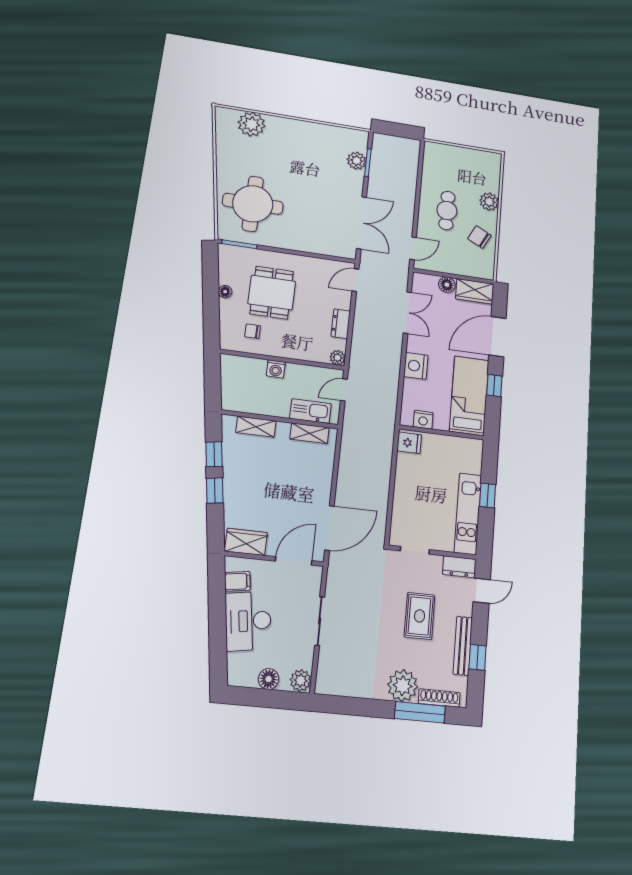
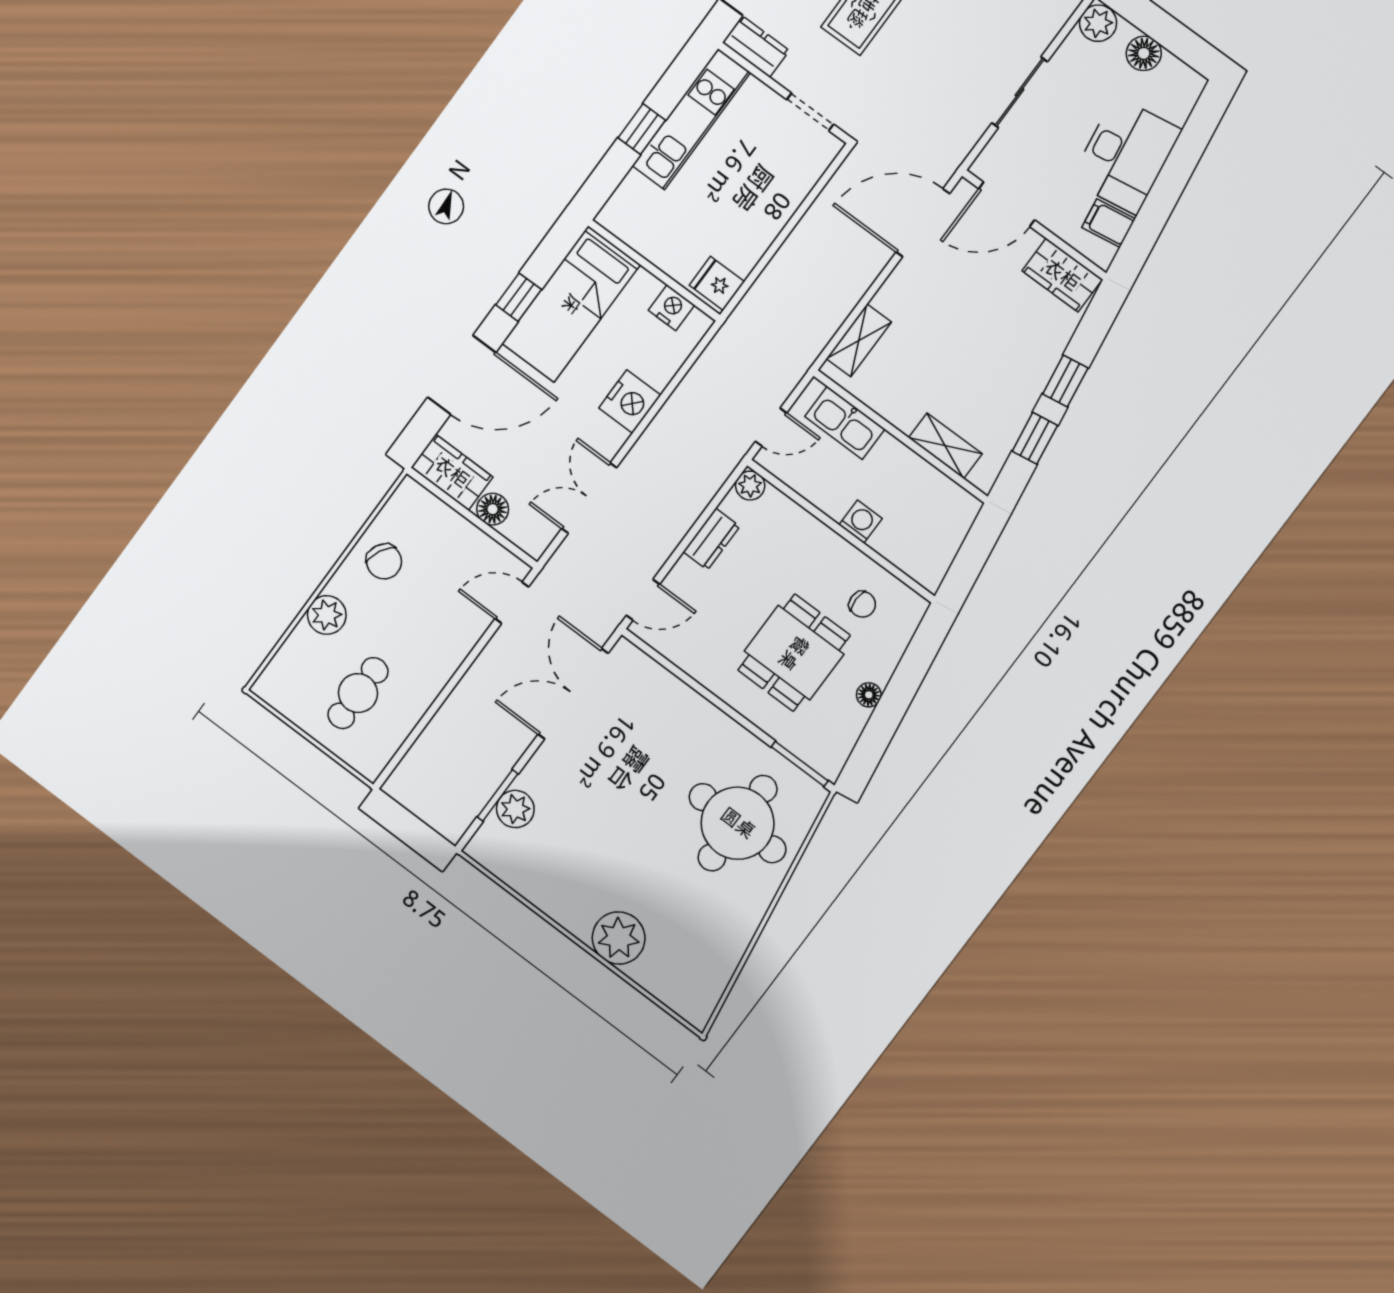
plant: (251, 124) -> (619, 938), moved
cafe table: (447, 211) -> (358, 693), moved
shelving: (310, 433) -> (859, 340), moved, turned 90

